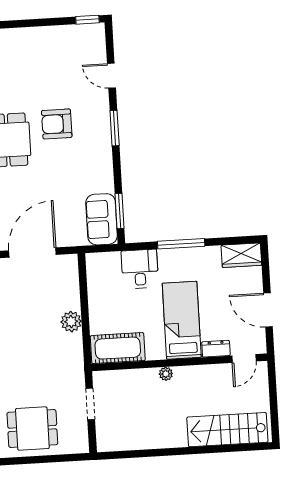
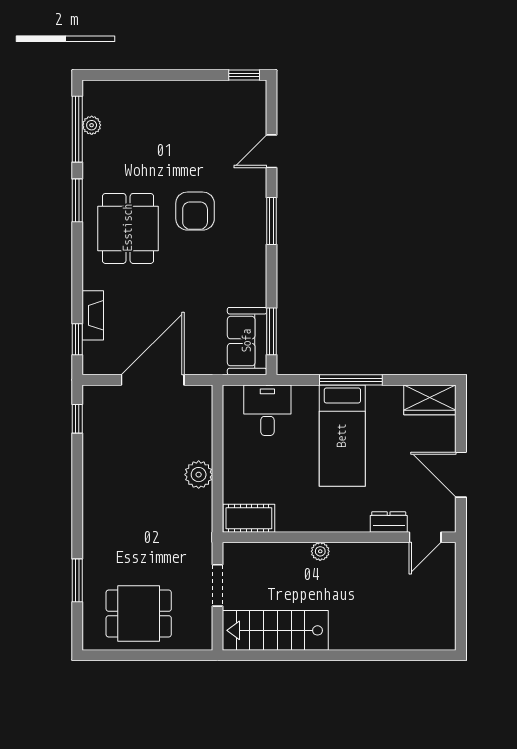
door: (111, 76) -> (272, 151), hinge flipped
armchair: (57, 124) -> (195, 211), turned -90
desk: (140, 269) -> (267, 410), moved
bed: (182, 320) -> (342, 436), moved, turned 180
cot: (118, 348) -> (249, 518), width x0.73, depth x0.75
stairs: (227, 430) -> (275, 630), moved

